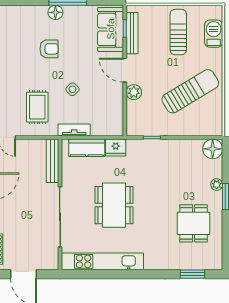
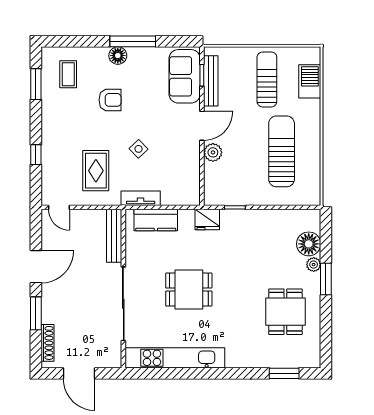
coffee table: (15, 28) -> (68, 74), added
door: (125, 70) -> (202, 126), swing flipped
sun lounger: (190, 91) -> (282, 151), turned -59
fridge: (116, 147) -> (207, 220), moved
floor lamp: (213, 149) -> (309, 244), moved
dining table: (114, 205) -> (189, 290), width x0.73

